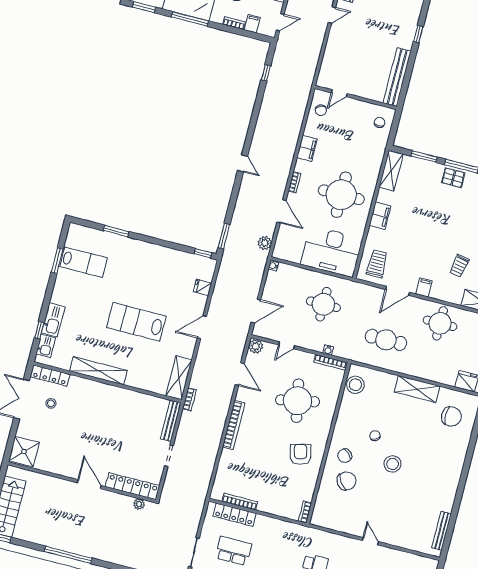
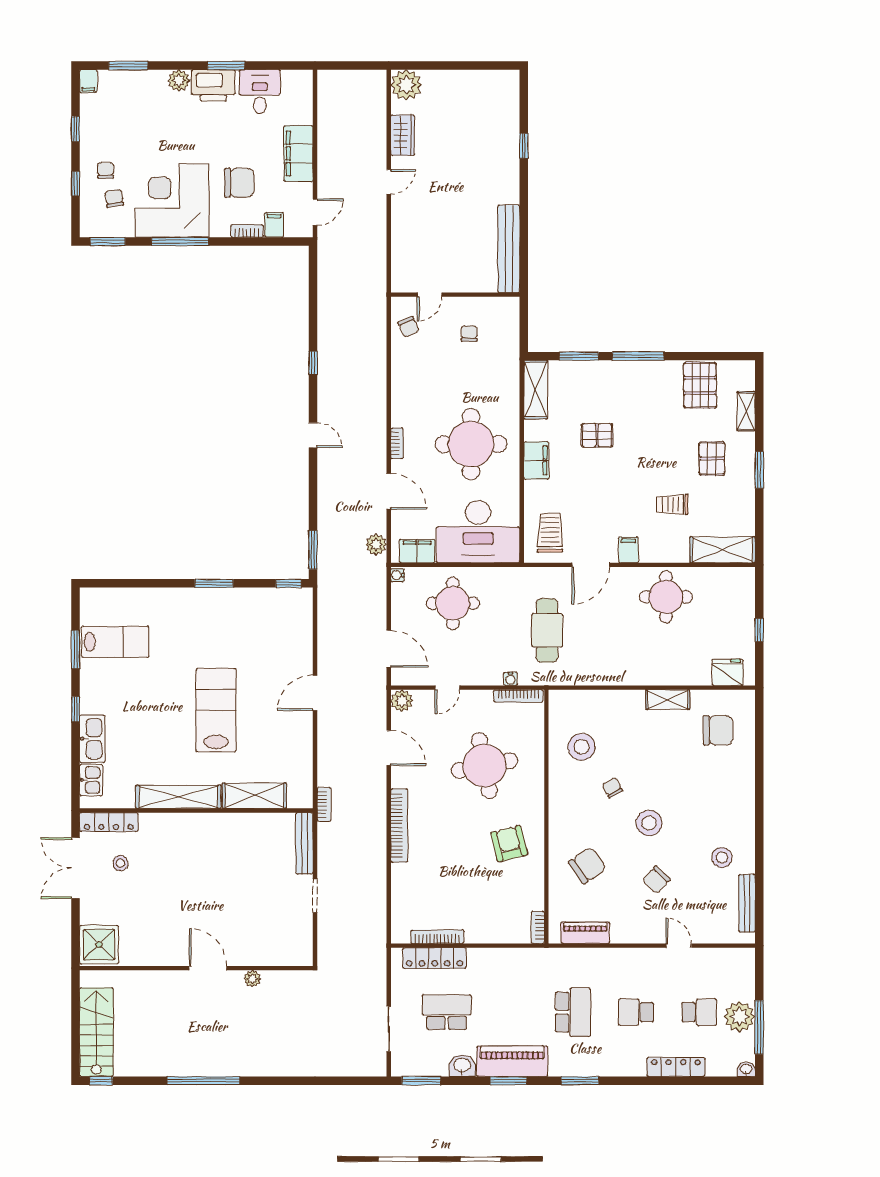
window: (418, 34) -> (524, 146), moved
window: (266, 73) -> (313, 363), moved
chair: (379, 123) -> (469, 334), moved
filing cabinet: (307, 148) -> (417, 551), moved, turned -90
pallet: (453, 178) -> (597, 435), moved
window: (116, 231) -> (214, 583), moved
trolley: (459, 266) -> (672, 505), turned 79
fridge: (203, 287) -> (301, 634), removed
round table: (323, 304) -> (453, 603), moved
door: (256, 311) -> (389, 649), hinge flipped
lab bench: (136, 322) -> (216, 710), turned 90
window: (39, 330) -> (76, 709), moved
cafe table: (386, 340) -> (547, 630), moved, turned 90
shelving: (179, 378) -> (254, 796), moved, turned 90
stool: (355, 385) -> (582, 747), moved
shelving: (417, 389) -> (668, 700), width x0.67, depth x0.75
chair: (345, 456) -> (656, 880), moved
locker: (133, 486) -> (273, 955), removed
stool: (433, 498) -> (722, 858), added
plant: (139, 504) -> (252, 979), moved
piano: (334, 523) -> (585, 933), added
door: (370, 541) -> (679, 946), moved

